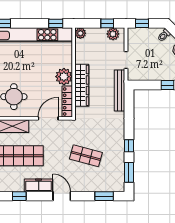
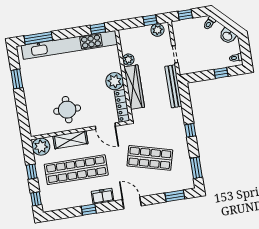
plant: (80, 33) -> (128, 60), moved
door: (48, 118) -> (105, 126), swing flipped
window: (129, 146) -> (190, 130), moved
shop shelf: (86, 156) -> (150, 158), width x1.43, depth x1.36
freezer: (39, 185) -> (103, 196), width x0.71

